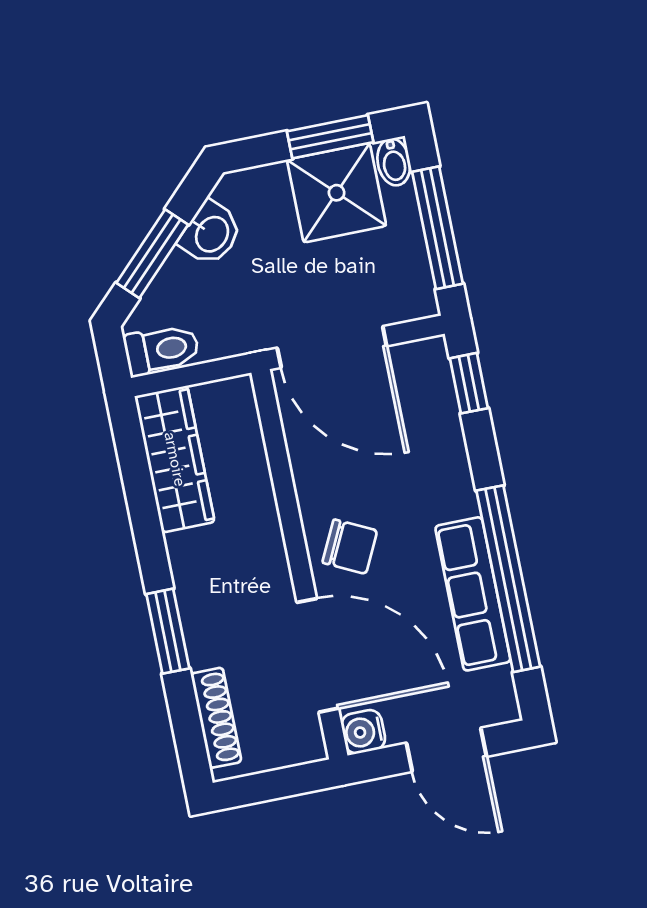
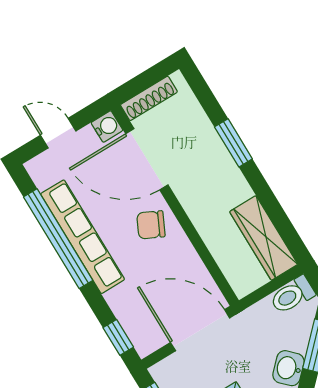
row of seats: (473, 594) -> (83, 237), width x1.36
shoe rack: (216, 718) -> (149, 98), moved, turned -90
door: (446, 750) -> (58, 133), width x0.73

